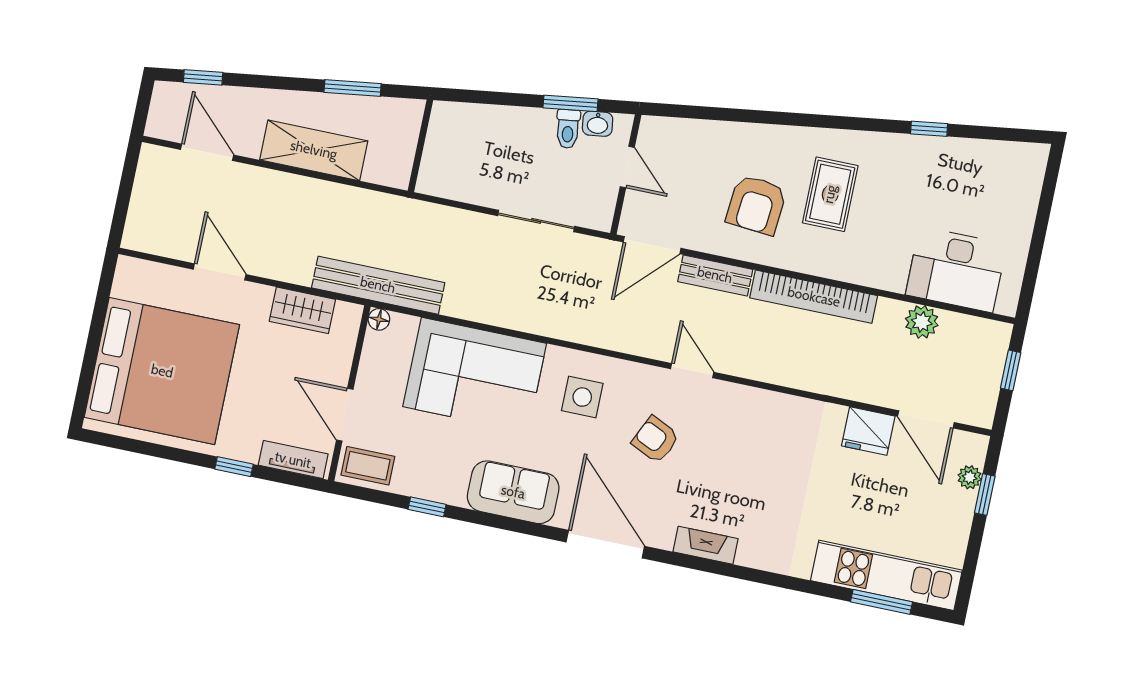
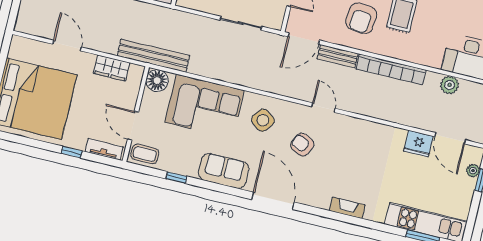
floor lamp: (379, 319) -> (157, 81), width x1.89, depth x1.89
side table: (582, 397) -> (263, 120), turned 37
fireplace: (706, 545) -> (347, 208), moved

